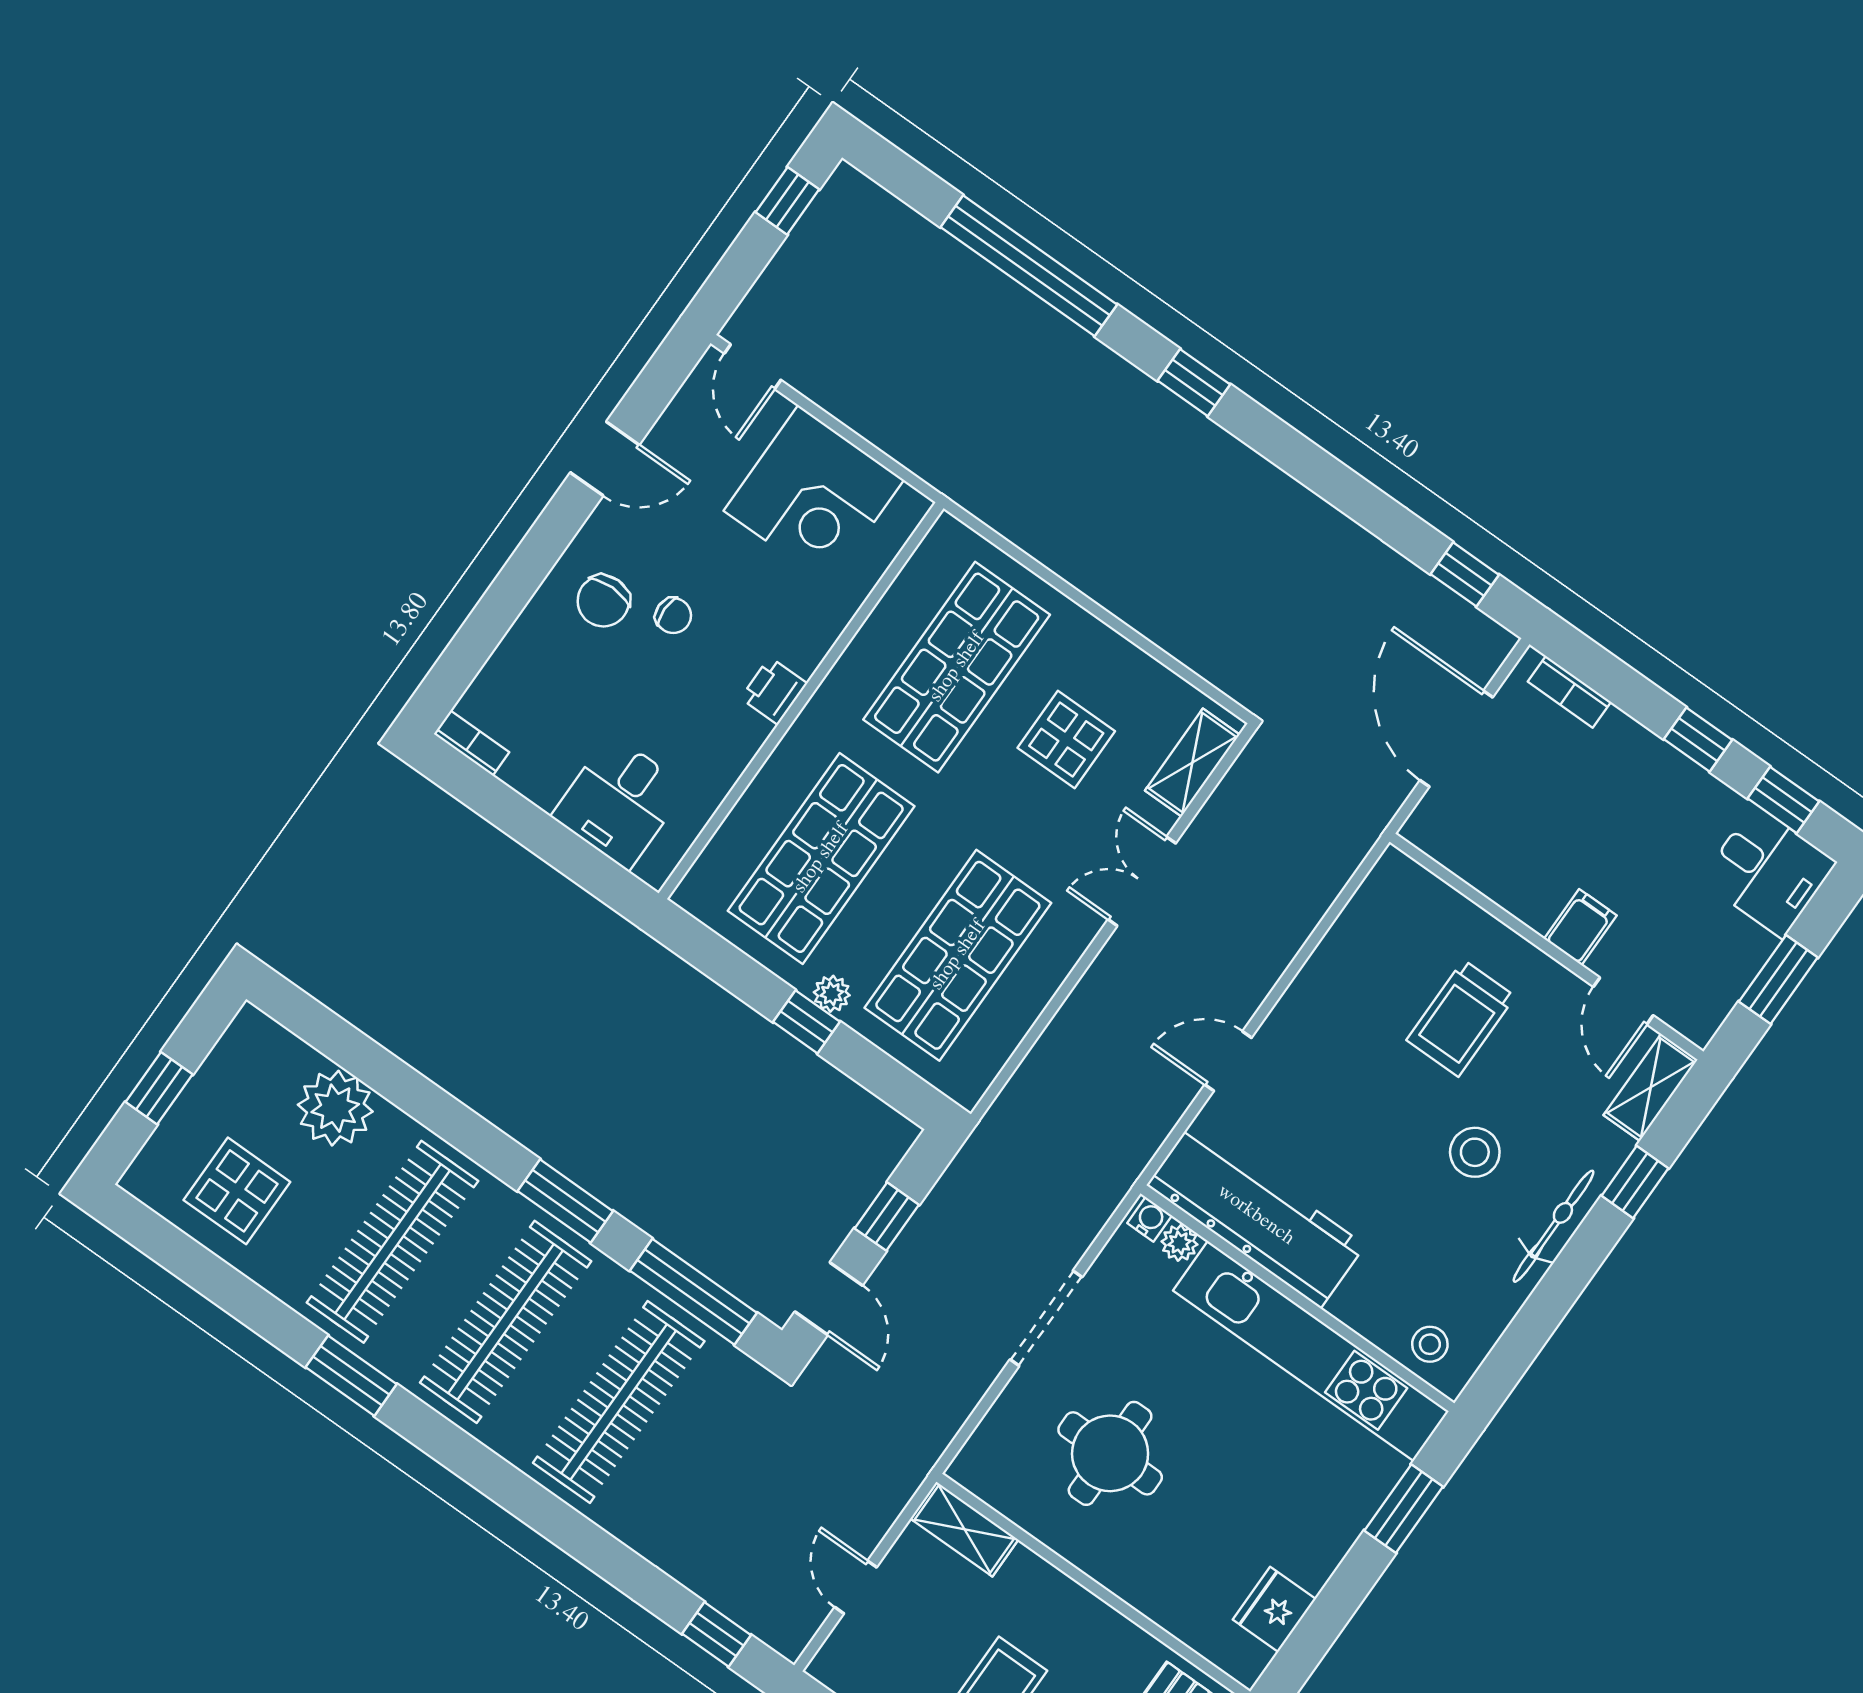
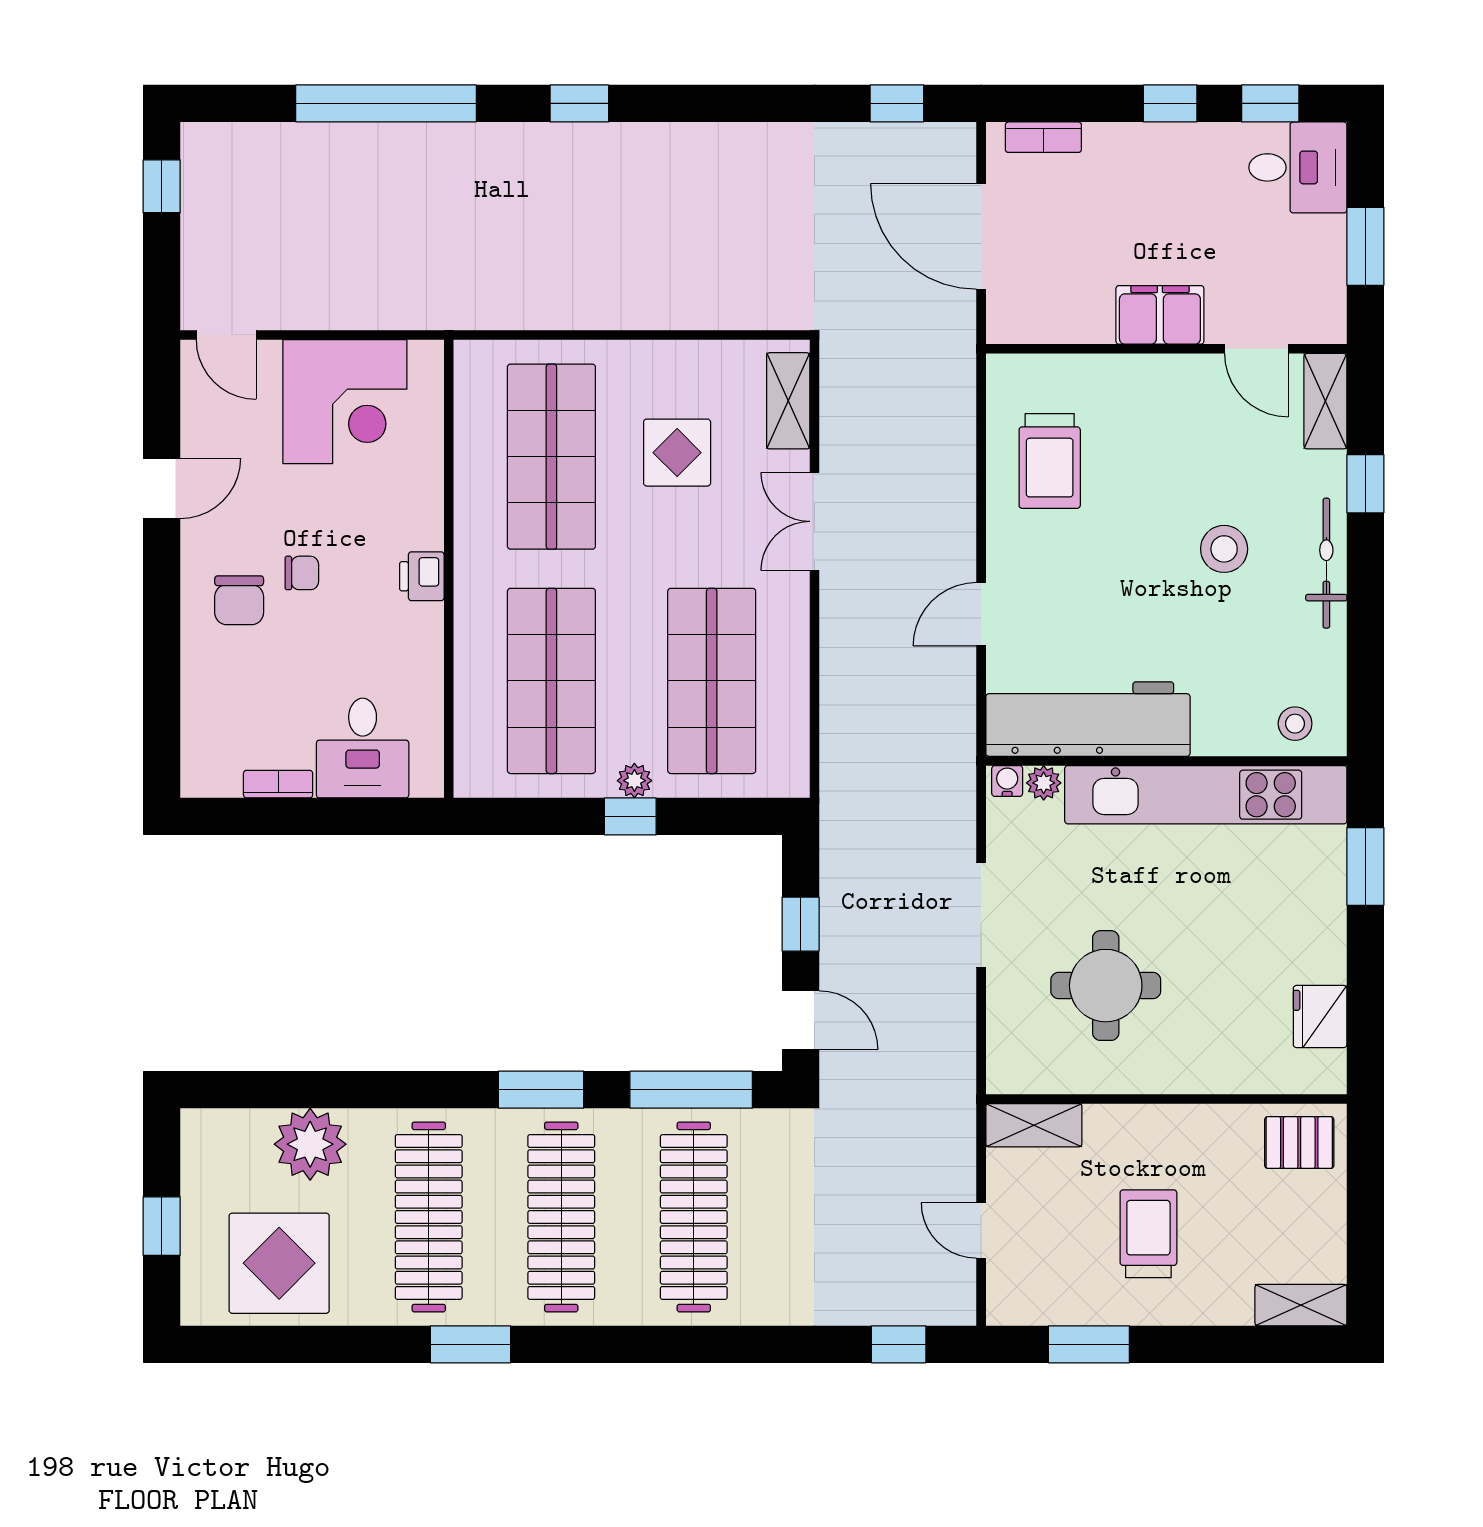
bookcase: (471, 743) -> (278, 784), moved
filing cabinet: (1580, 927) -> (1160, 315), width x2.00
trolley: (1461, 1018) -> (1050, 461), moved
display table: (237, 1191) -> (279, 1263), width x1.36, depth x1.36

